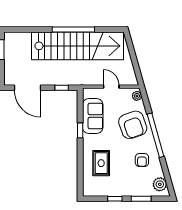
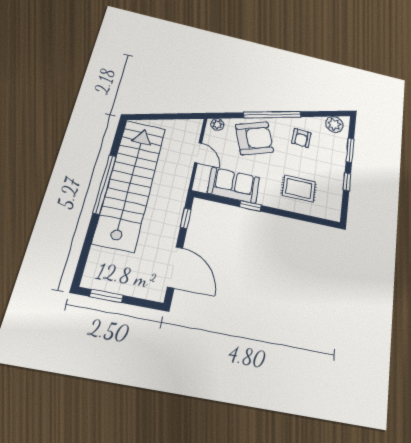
door: (111, 87) -> (198, 153), swing flipped
door: (28, 88) -> (175, 267), hinge flipped
armchair: (142, 160) -> (301, 138), turned 93

